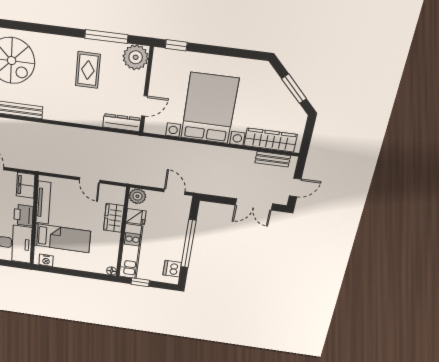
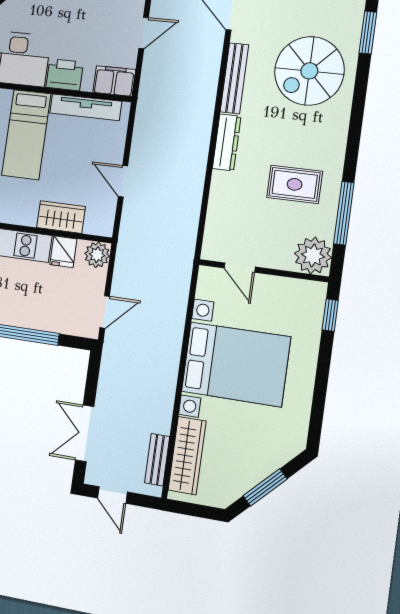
dresser: (122, 123) -> (227, 142), moved
door: (90, 180) -> (123, 181), hinge flipped

